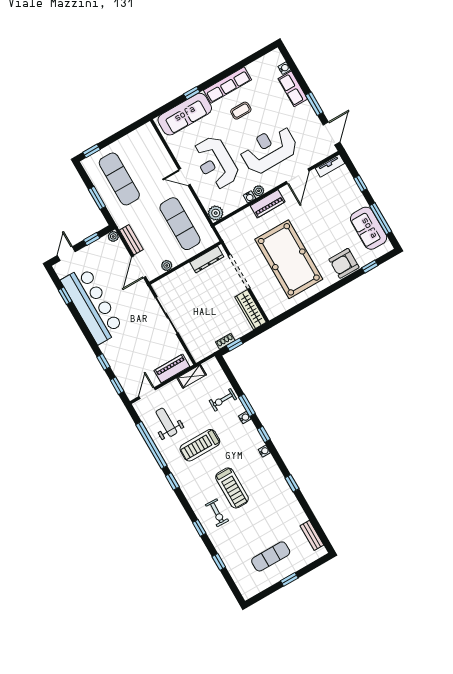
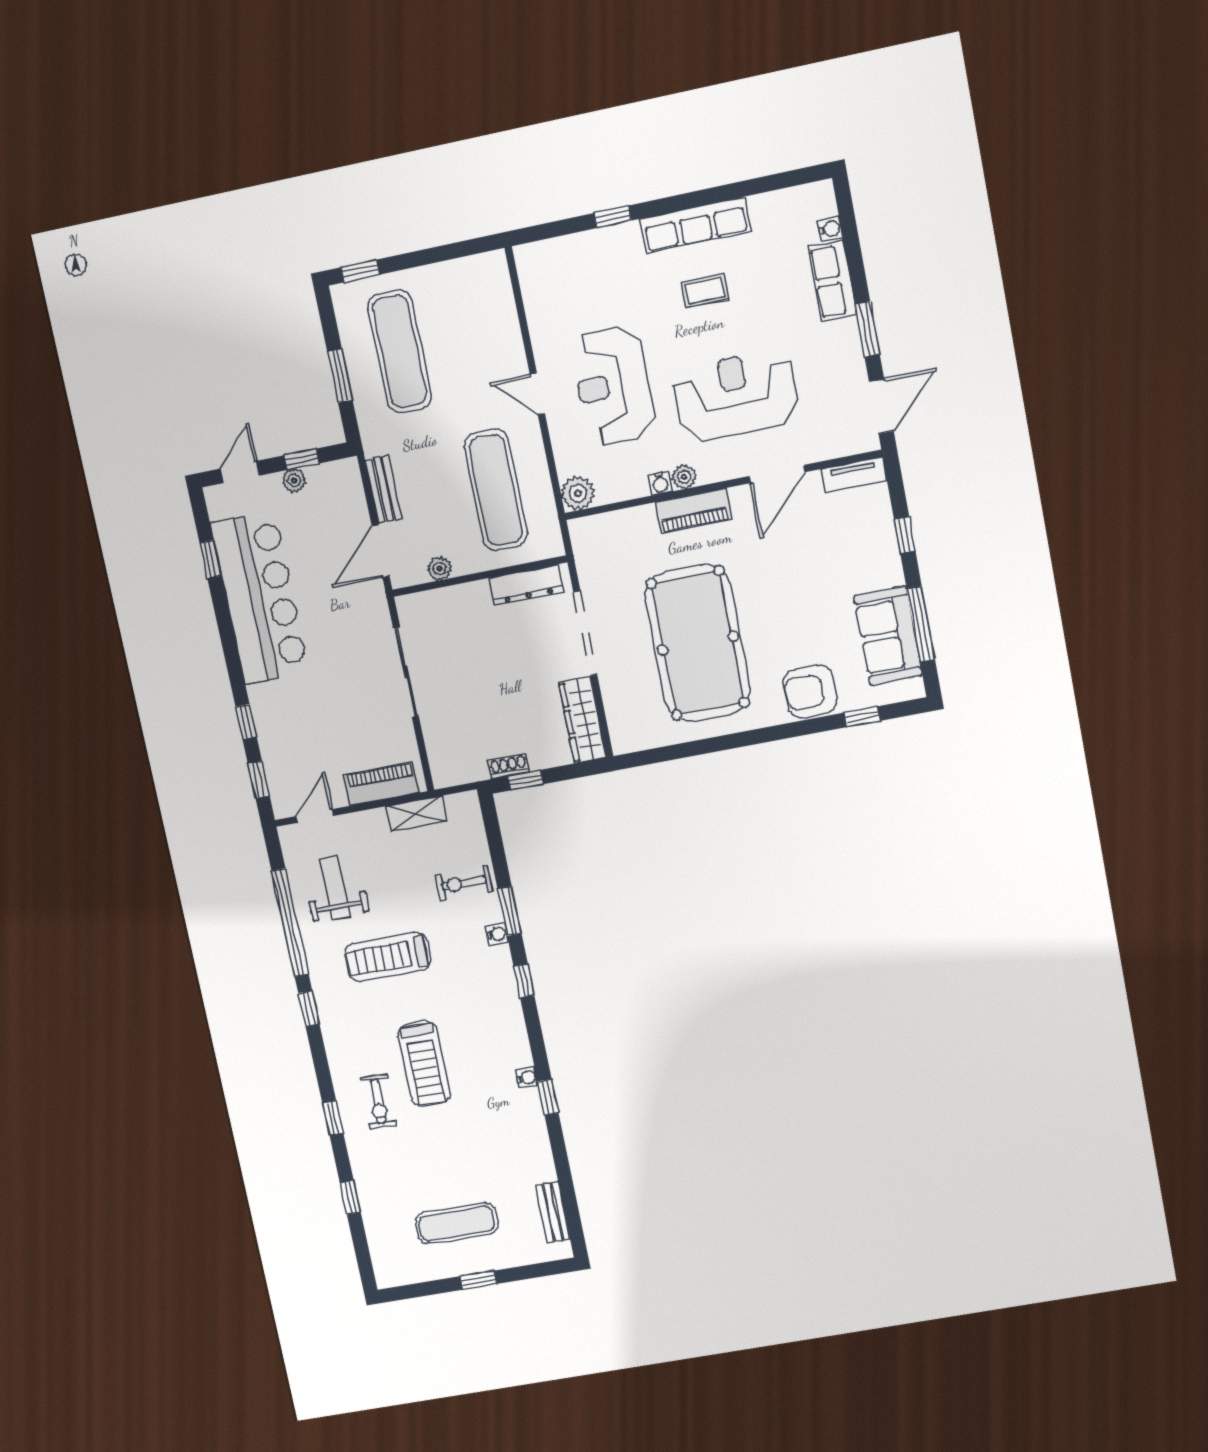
sofa: (185, 114) -> (583, 258), removed
plant: (113, 236) -> (294, 480), moved
water cooler: (264, 451) -> (527, 1078), moved

